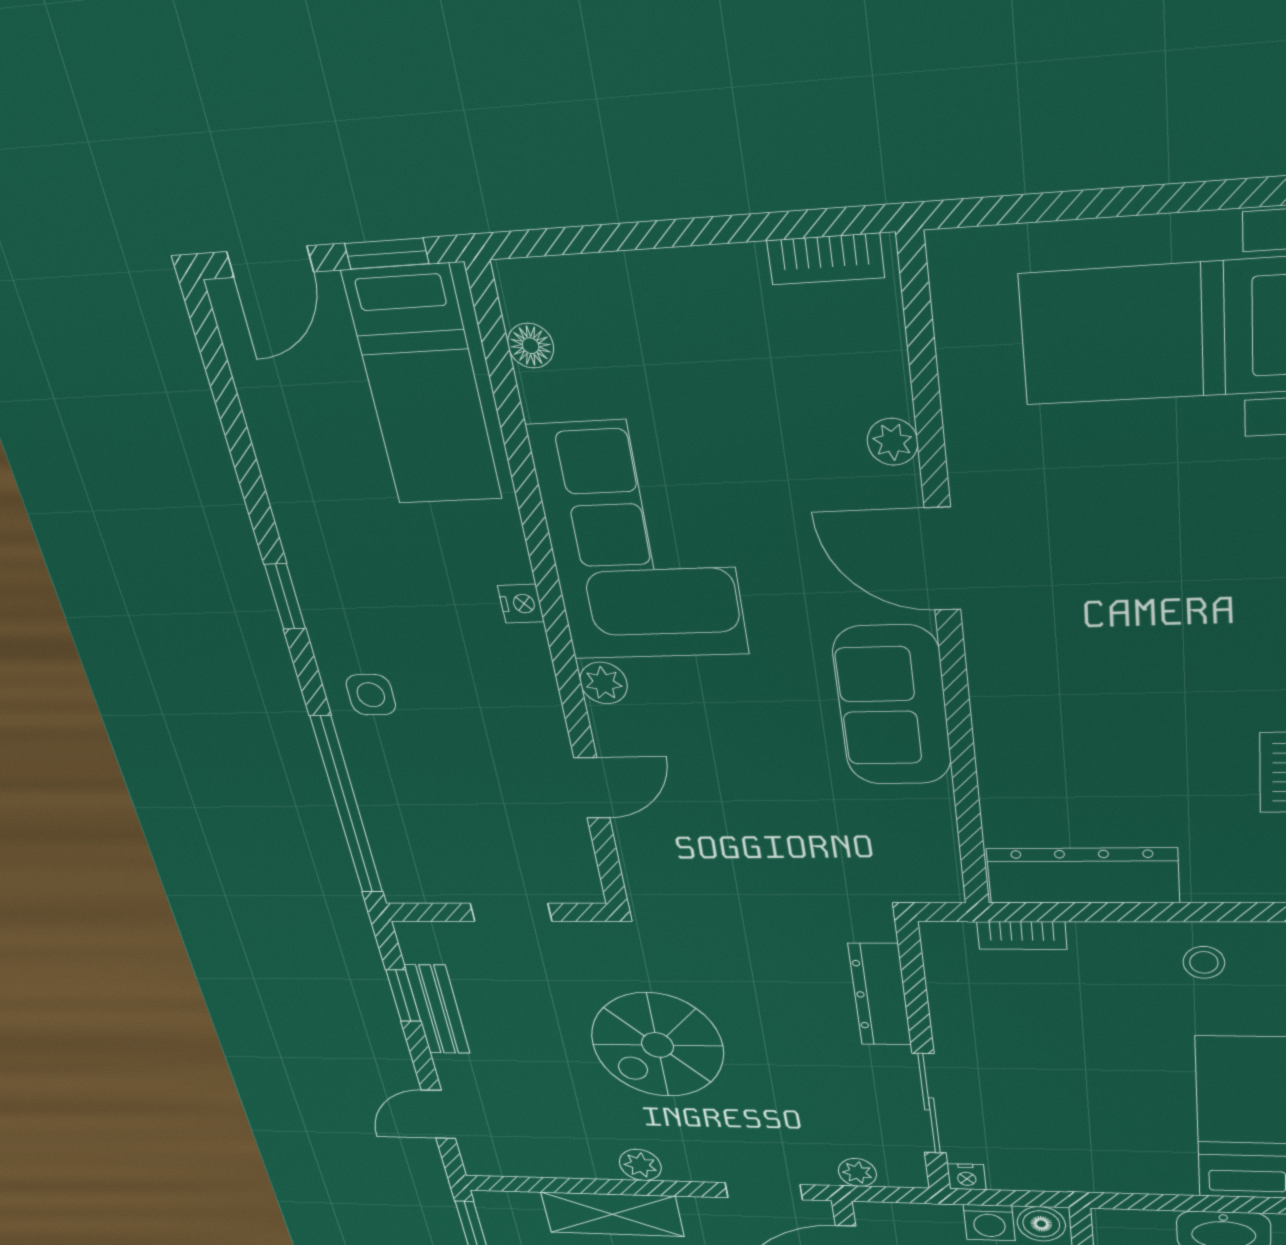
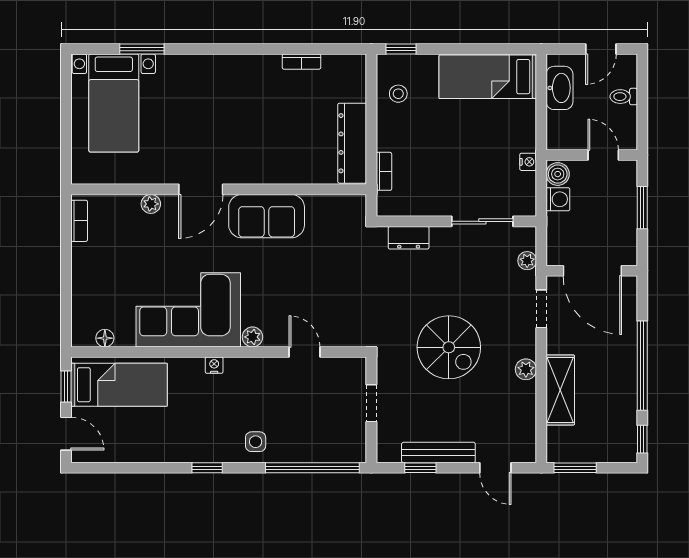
dresser: (880, 995) -> (409, 238), width x0.70
bench: (437, 1009) -> (438, 452), width x1.36
nightstand: (967, 1177) -> (528, 162), moved

